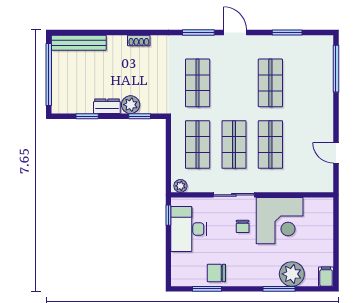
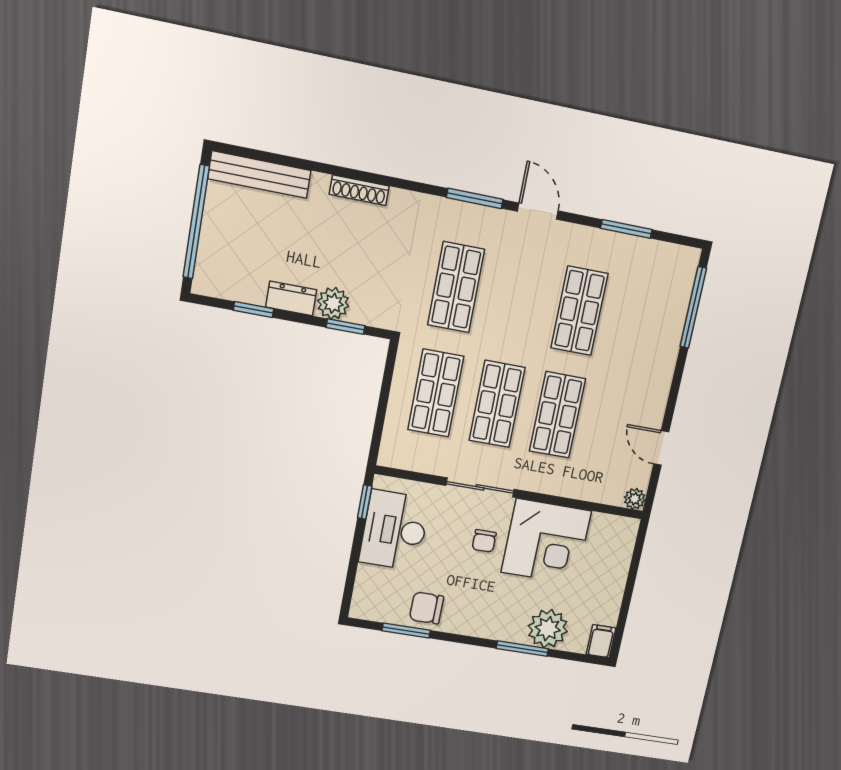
shoe rack: (139, 40) -> (359, 190), width x1.43
plant: (180, 186) -> (635, 499), moved

